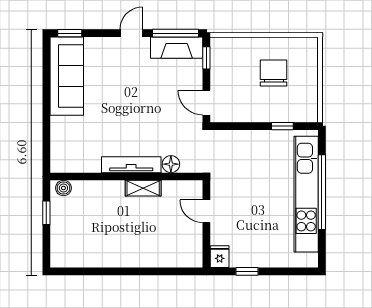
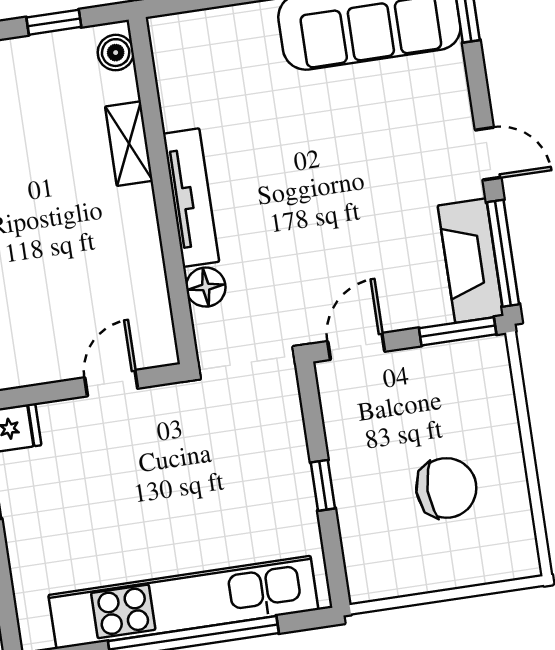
window: (206, 58) -> (458, 331), width x1.50
window: (282, 126) -> (323, 485), moved
shelving: (143, 188) -> (129, 144), moved

